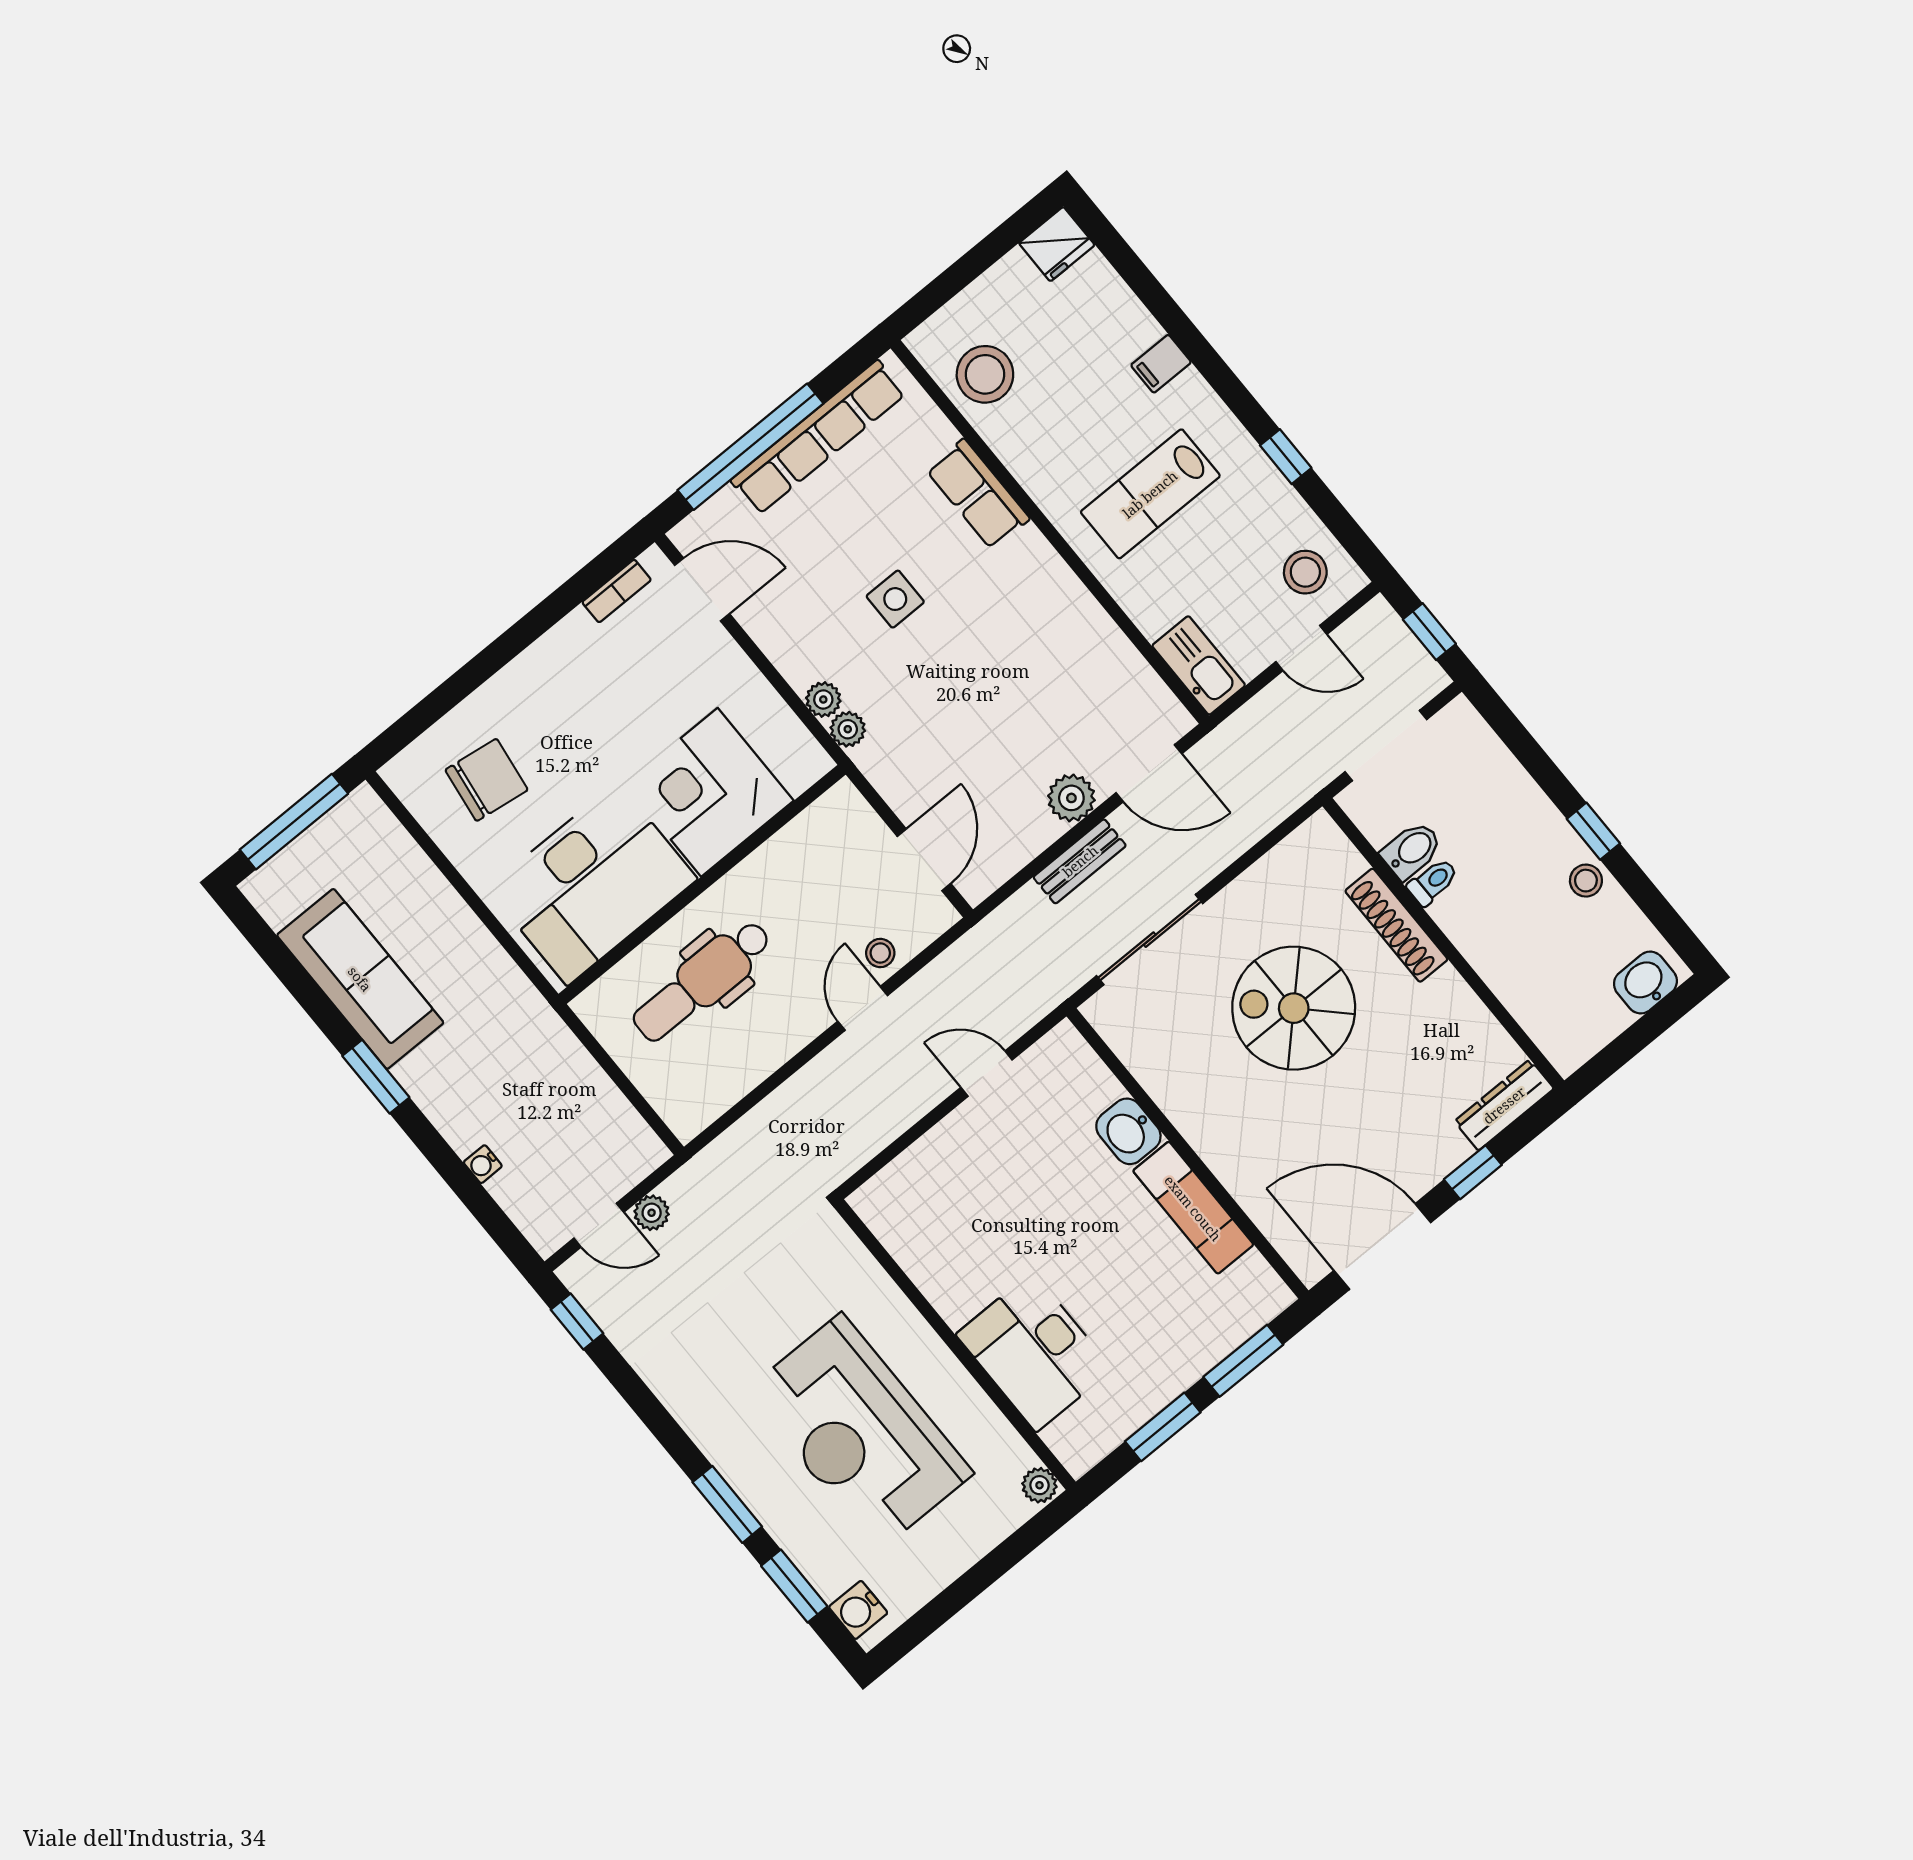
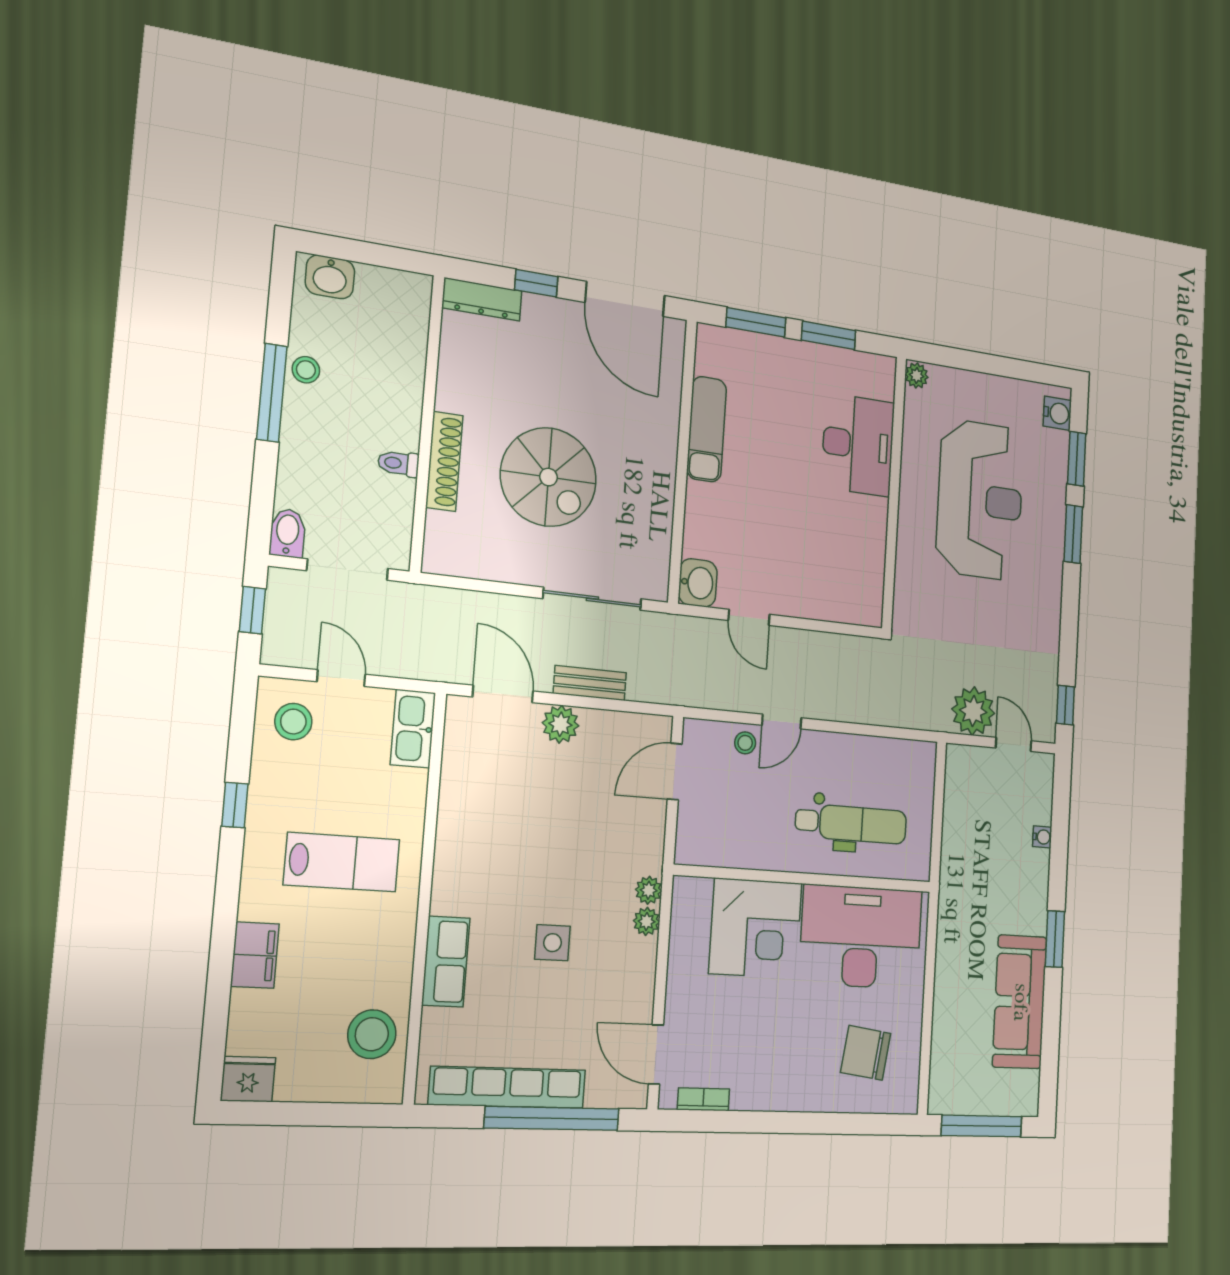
filing cabinet: (1161, 364) -> (255, 955), width x2.00
window: (1593, 831) -> (272, 393), width x2.17
bidet: (1412, 850) -> (287, 533), moved, turned 90
washbasin: (1128, 1131) -> (698, 583), moved
plant: (652, 1213) -> (973, 711), width x1.88, depth x1.88

